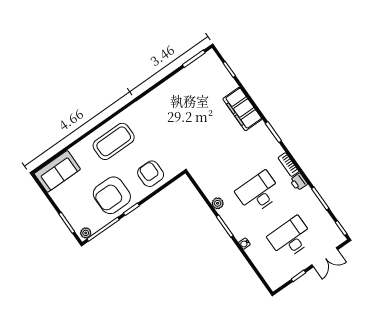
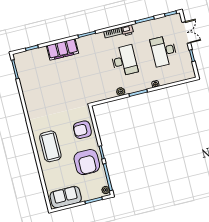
sofa: (57, 171) -> (66, 197), moved, turned -90
desk: (259, 193) -> (124, 61), turned 180

